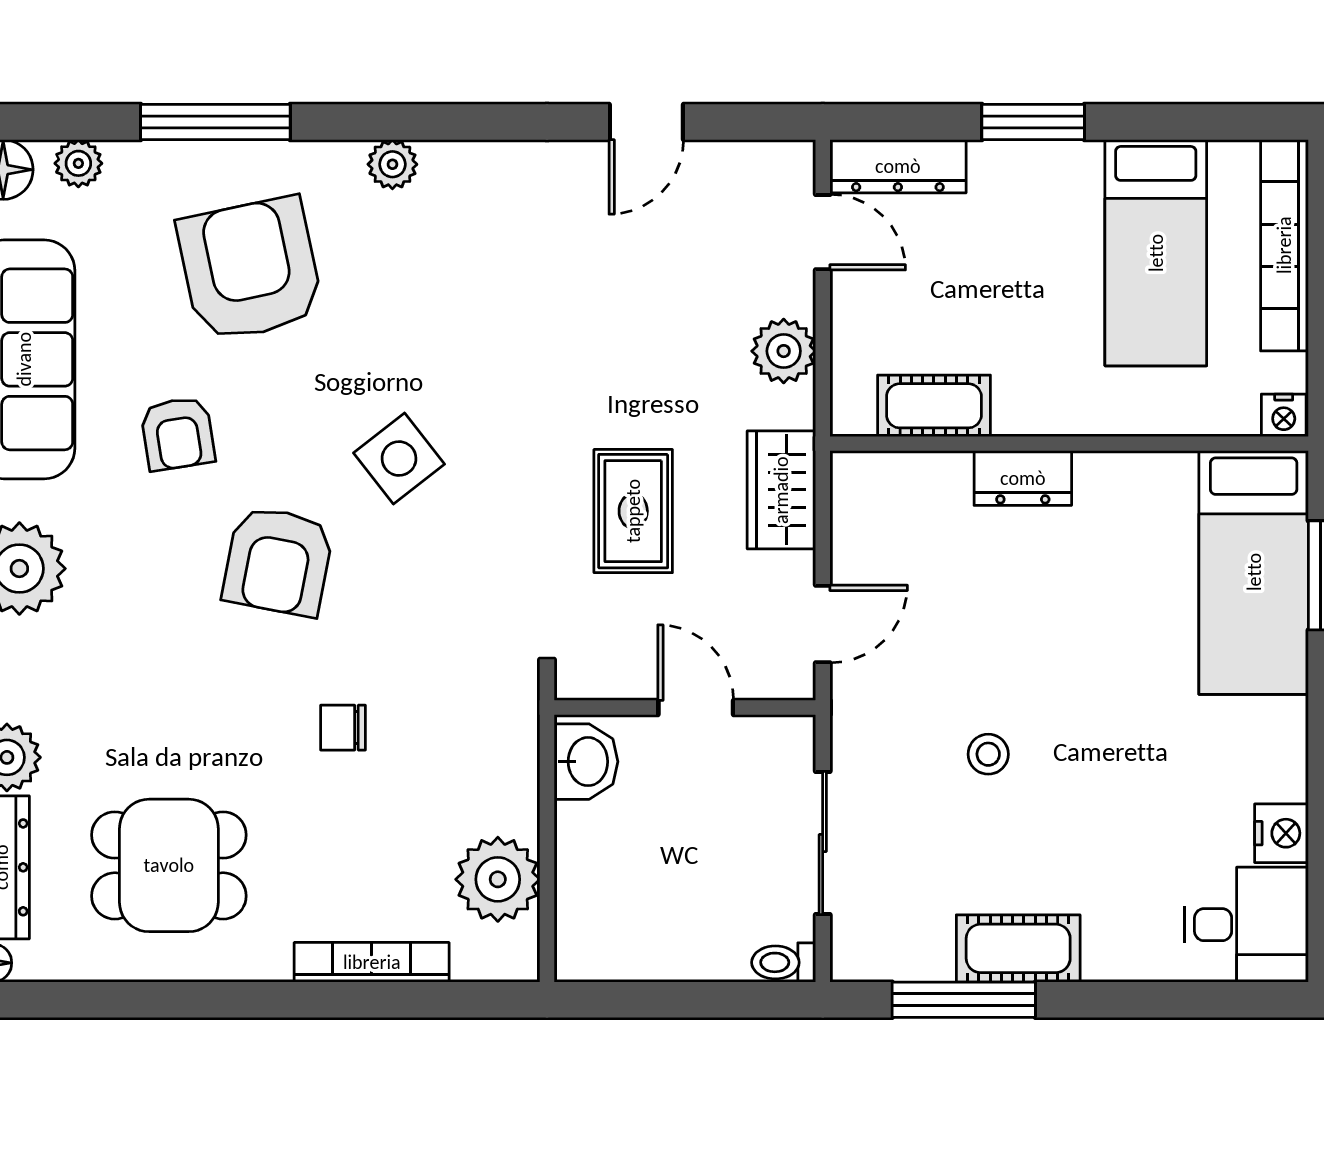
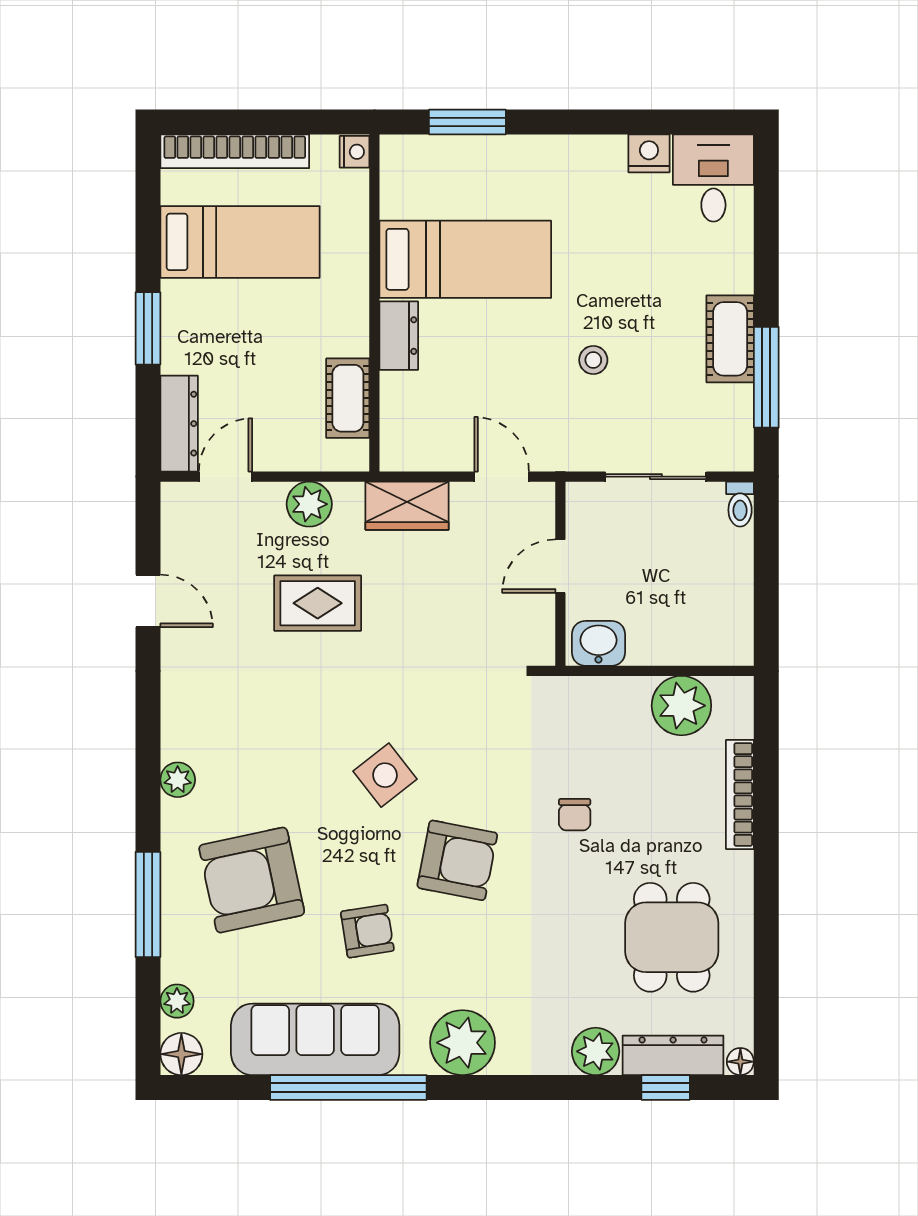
rug: (633, 511) -> (318, 603), moved
bed: (1254, 572) -> (465, 259), moved

